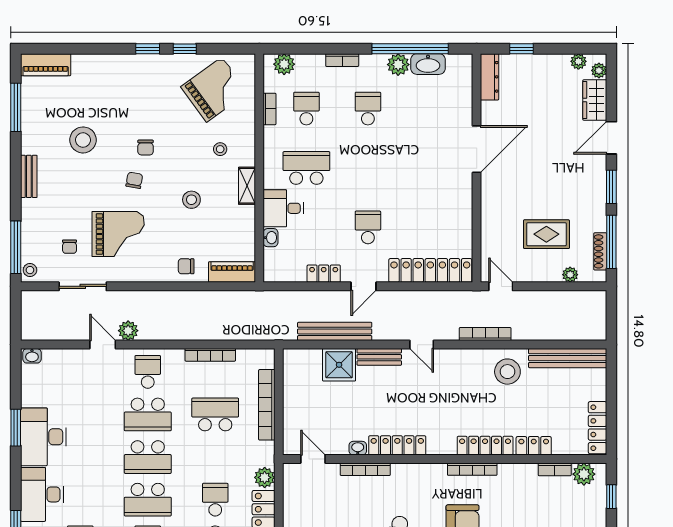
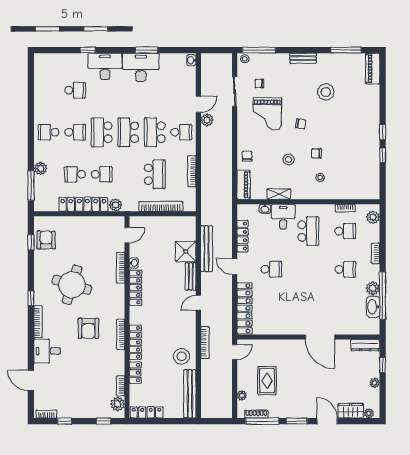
plant: (578, 61) -> (375, 383), moved
grand piano: (214, 89) -> (357, 174), removed
chair: (146, 148) -> (317, 153), moved
shelving: (247, 186) -> (279, 194), moved
locker: (324, 274) -> (243, 236), width x1.53

